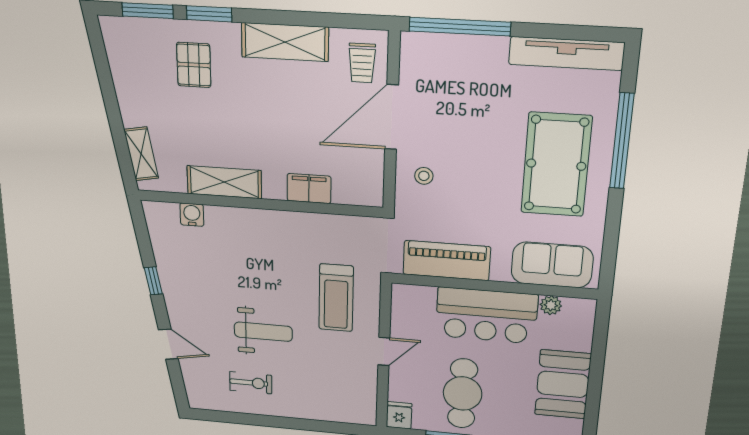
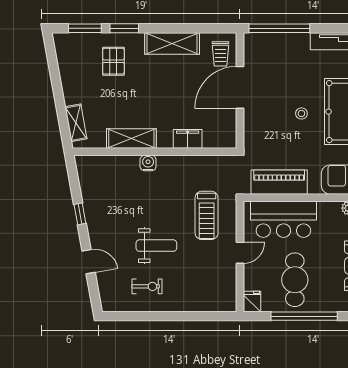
stool: (424, 176) -> (301, 113), moved
water cooler: (192, 215) -> (148, 163), moved
bar counter: (486, 315) -> (283, 219), moved

